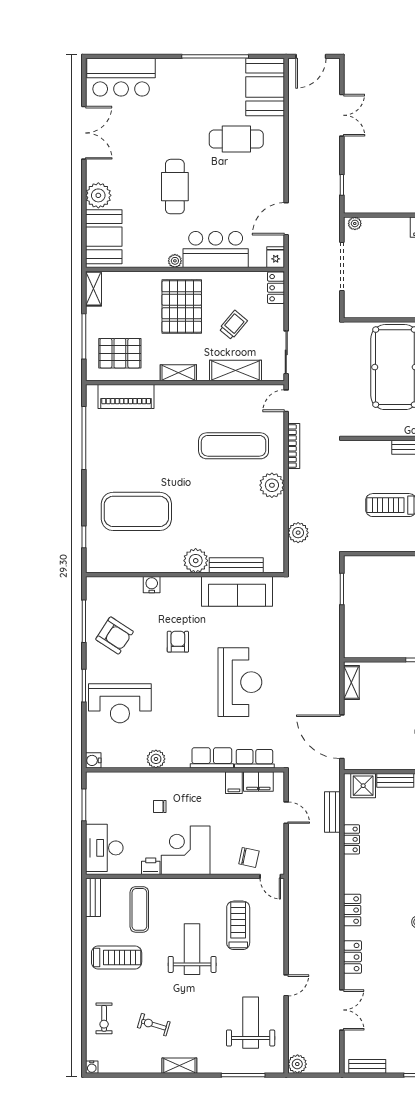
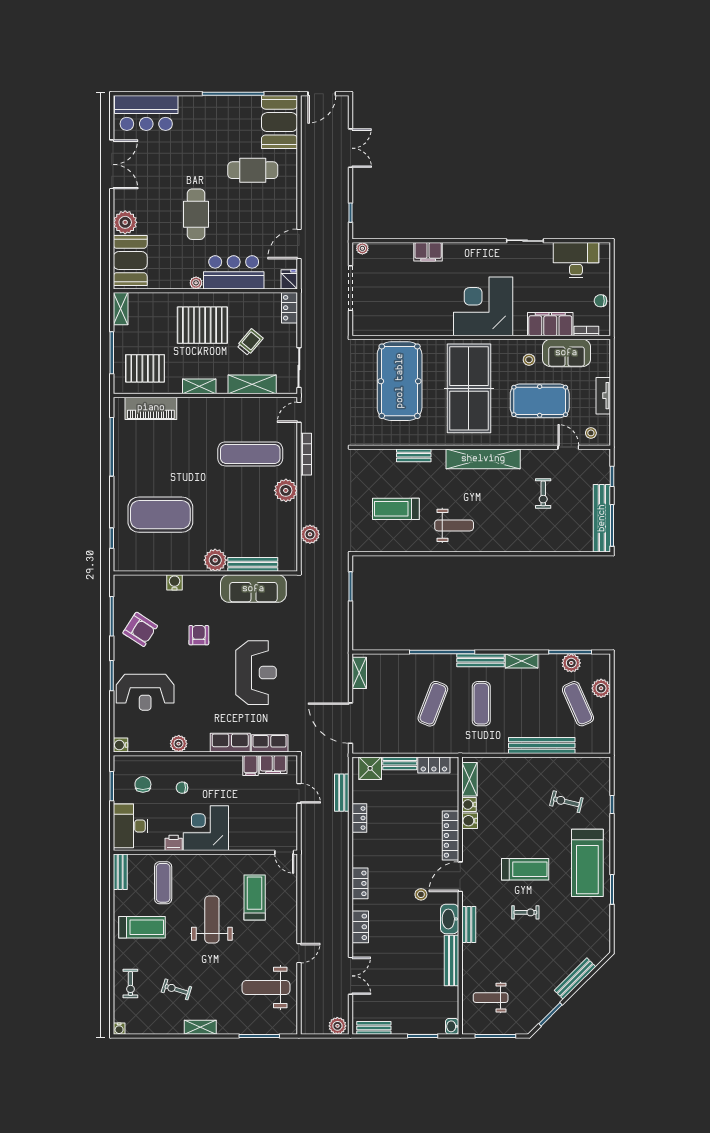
pallet: (182, 307) -> (202, 325), turned 90
chair: (249, 857) -> (143, 784), moved, turned -102
weight bench: (251, 1023) -> (266, 987), turned -90
plant: (297, 1064) -> (337, 1026), moved

